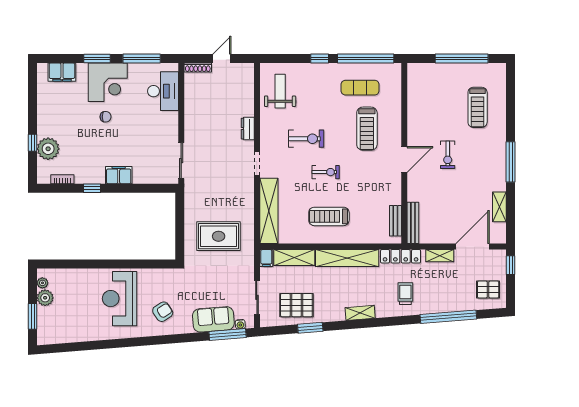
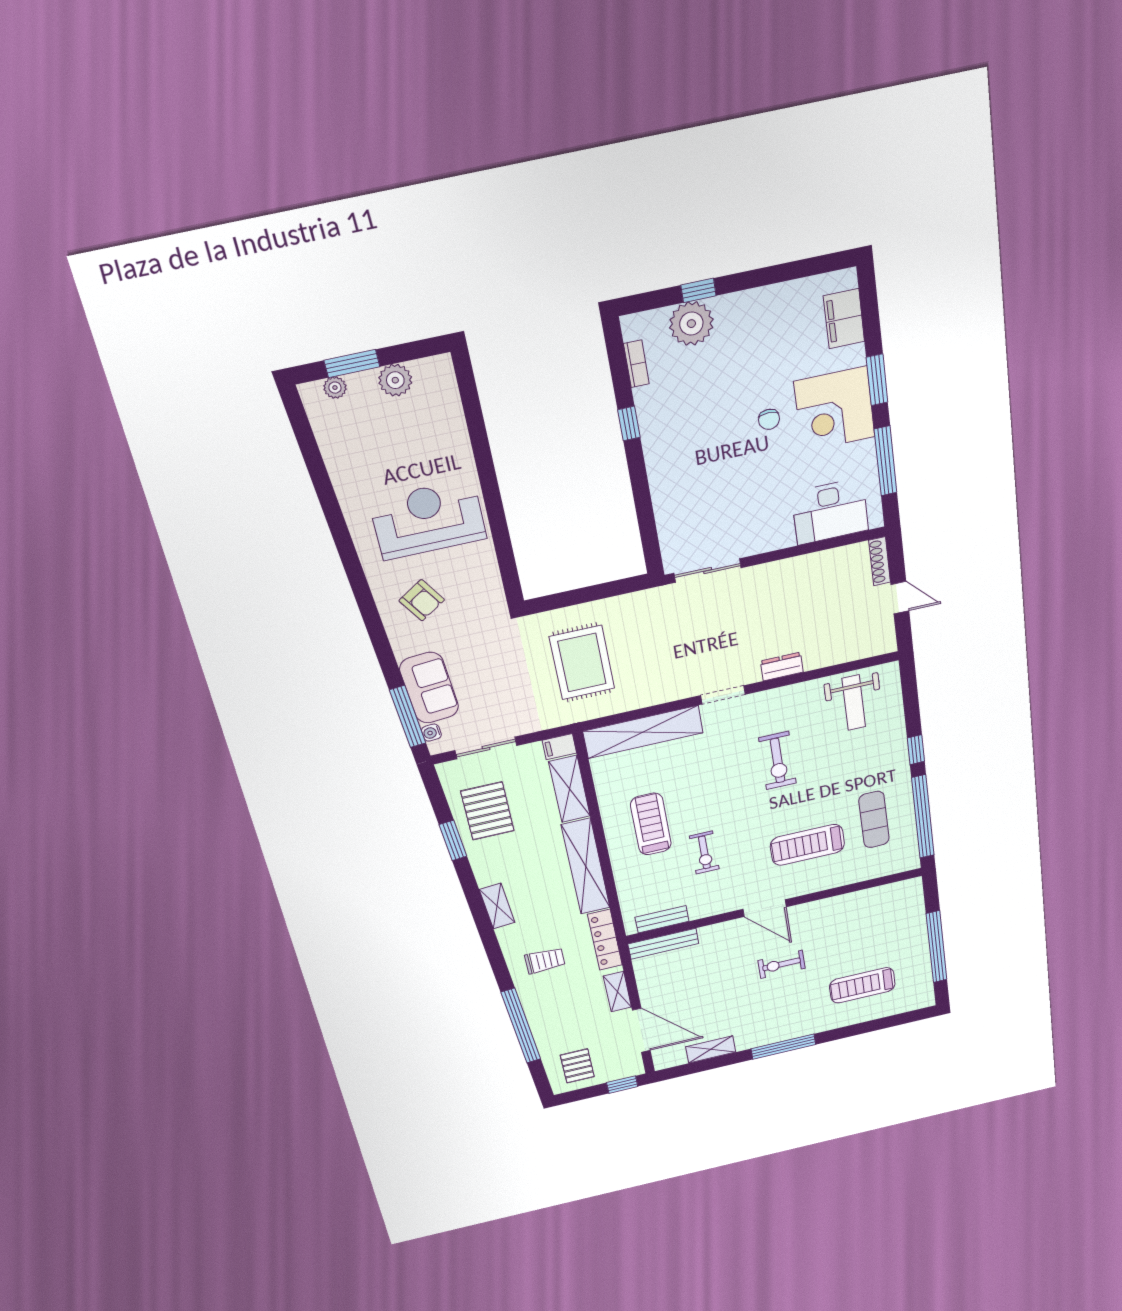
weight bench: (280, 91) -> (854, 703), turned 90
exercise bike: (326, 172) -> (704, 852), moved
filing cabinet: (119, 175) -> (662, 467), removed
plant: (42, 283) -> (335, 388), moved

